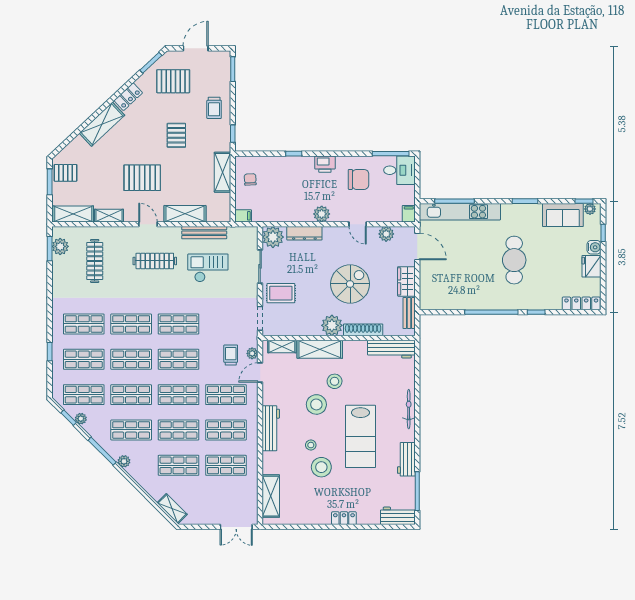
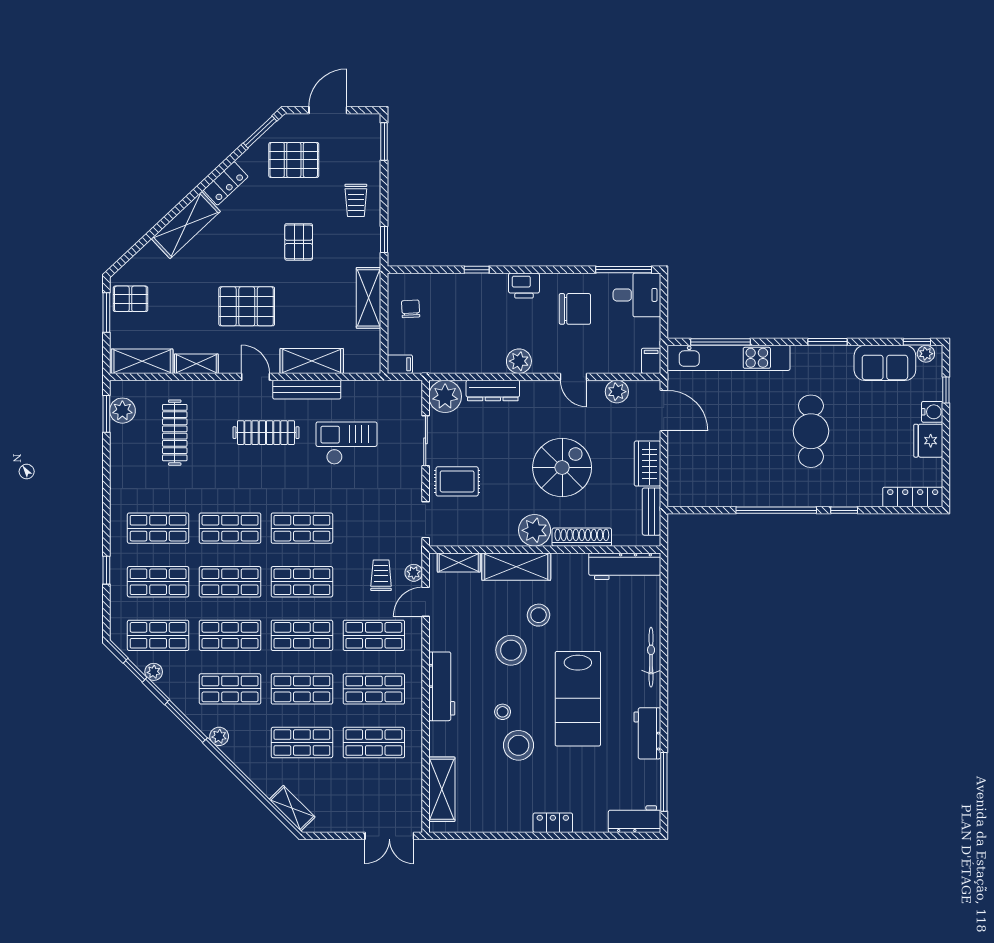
bench: (204, 233) -> (307, 390), moved

